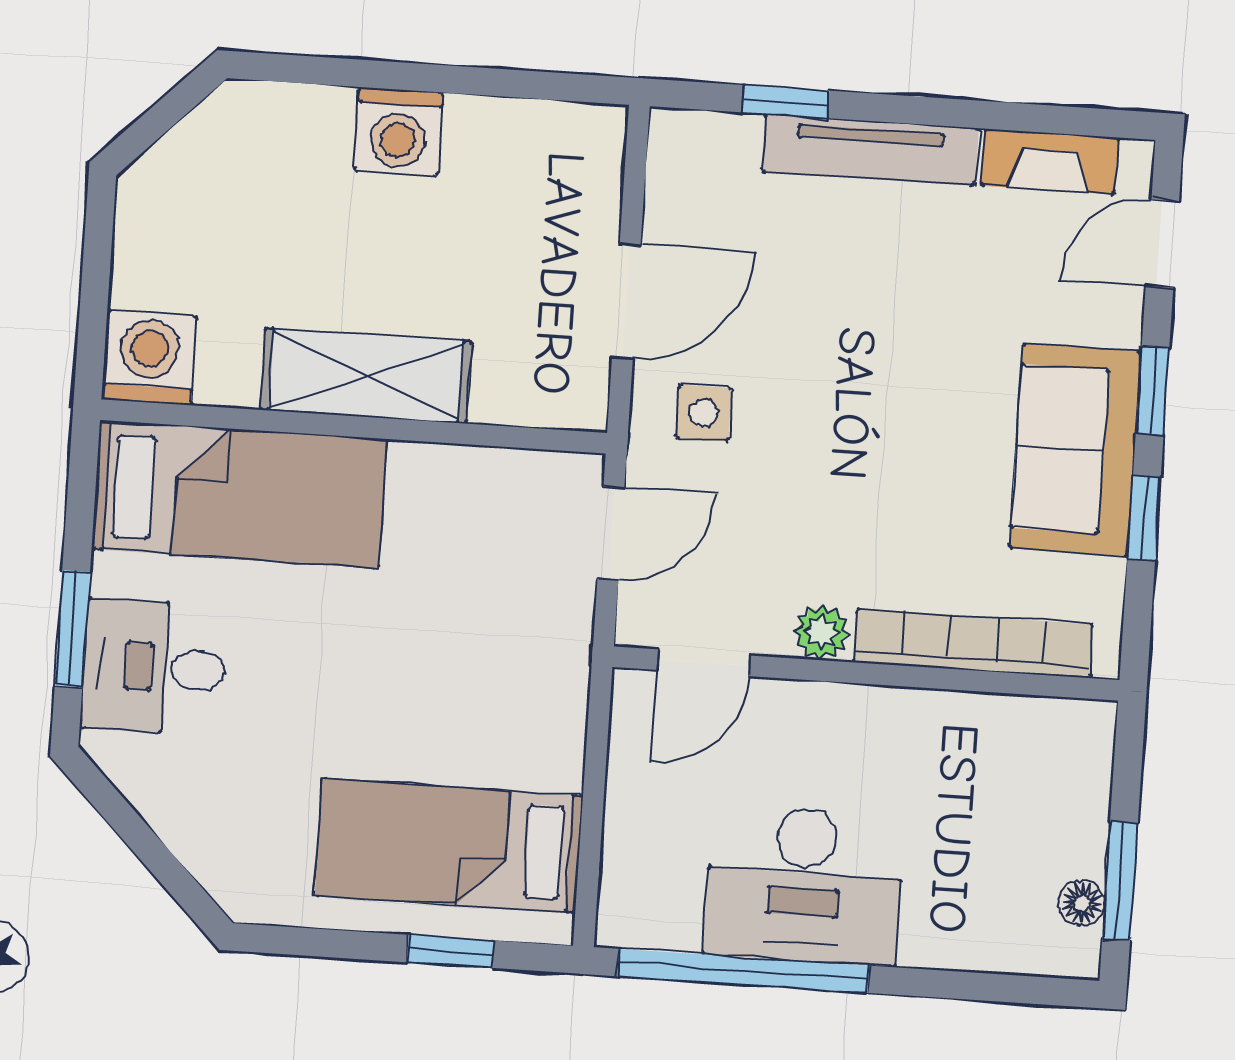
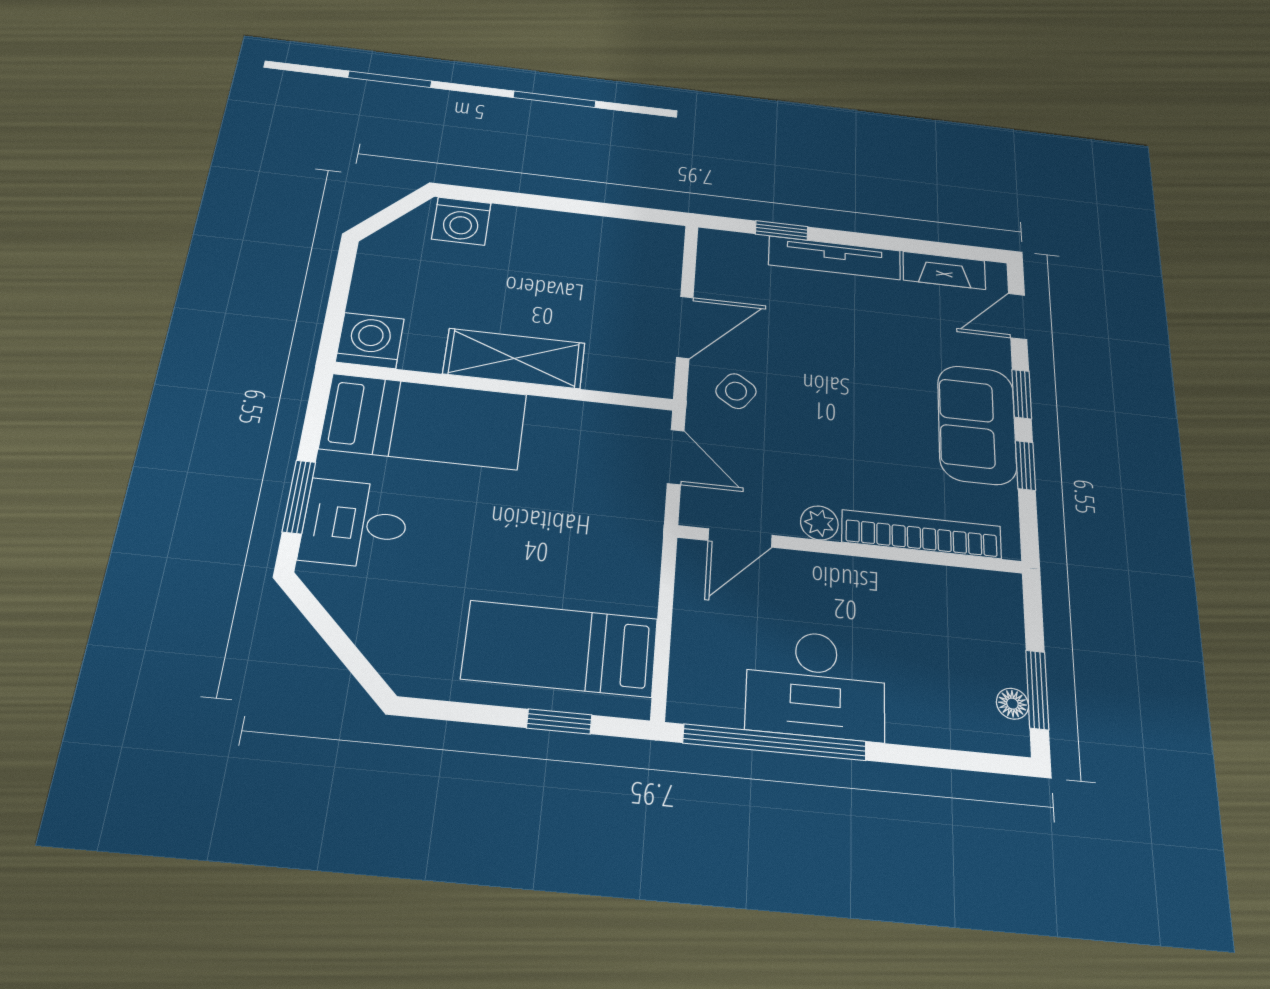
washing machine: (399, 132) -> (461, 221), moved
side table: (704, 413) -> (736, 391), turned 35
door: (611, 533) -> (676, 457), hinge flipped

